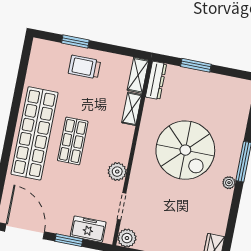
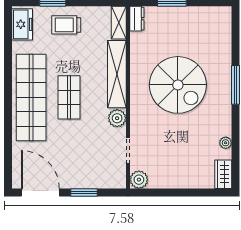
dresser: (156, 80) -> (137, 19), width x0.70
shelving: (132, 109) -> (117, 74), width x2.20, depth x1.33
plant: (229, 183) -> (226, 143), moved
freezer: (88, 229) -> (22, 24), moved, turned 90

